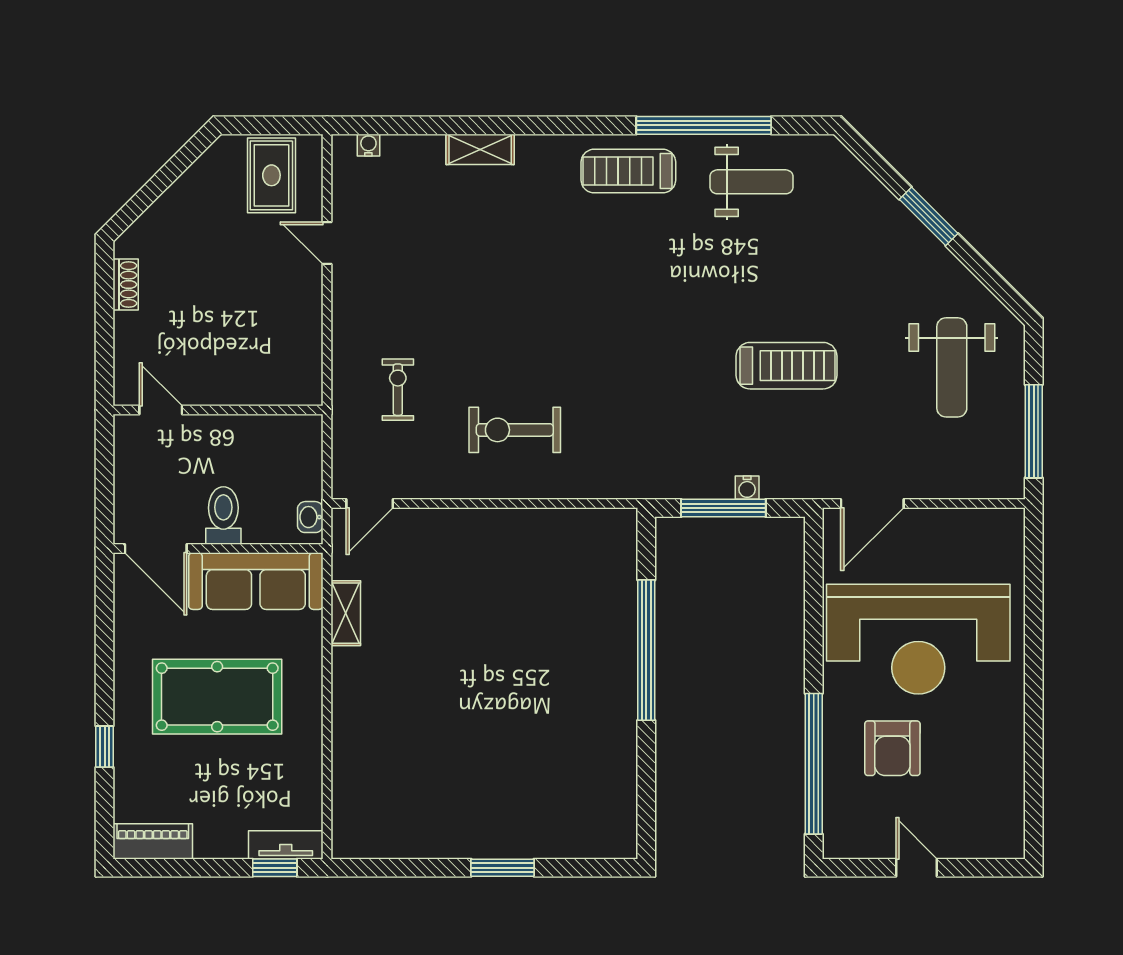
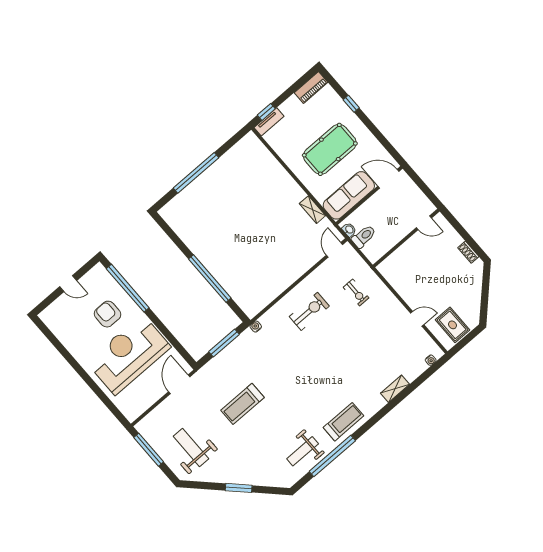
water cooler: (747, 488) -> (256, 327), moved
toilet: (223, 515) -> (364, 236), moved, turned -90
window: (503, 868) -> (196, 173), width x2.11

